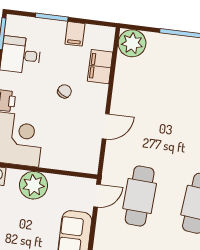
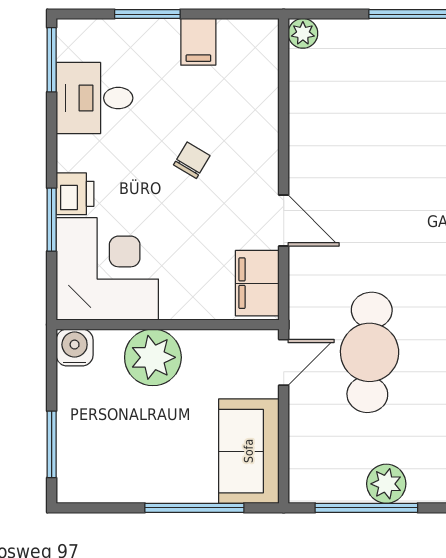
plant: (132, 43) -> (303, 33), width x0.53, depth x0.53
filing cabinet: (100, 67) -> (257, 283), moved
door: (106, 126) -> (284, 220), hinge flipped

